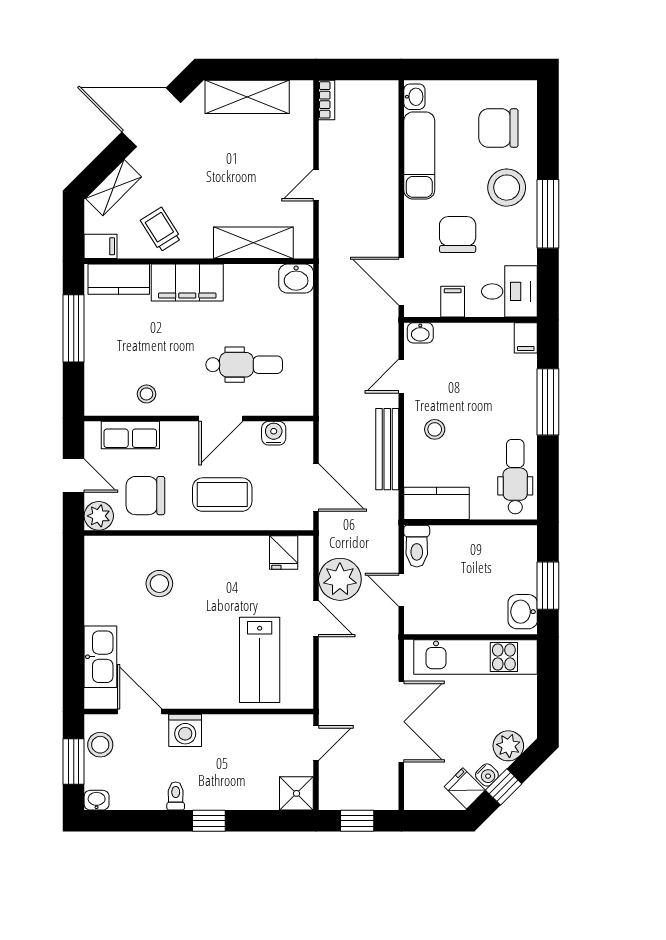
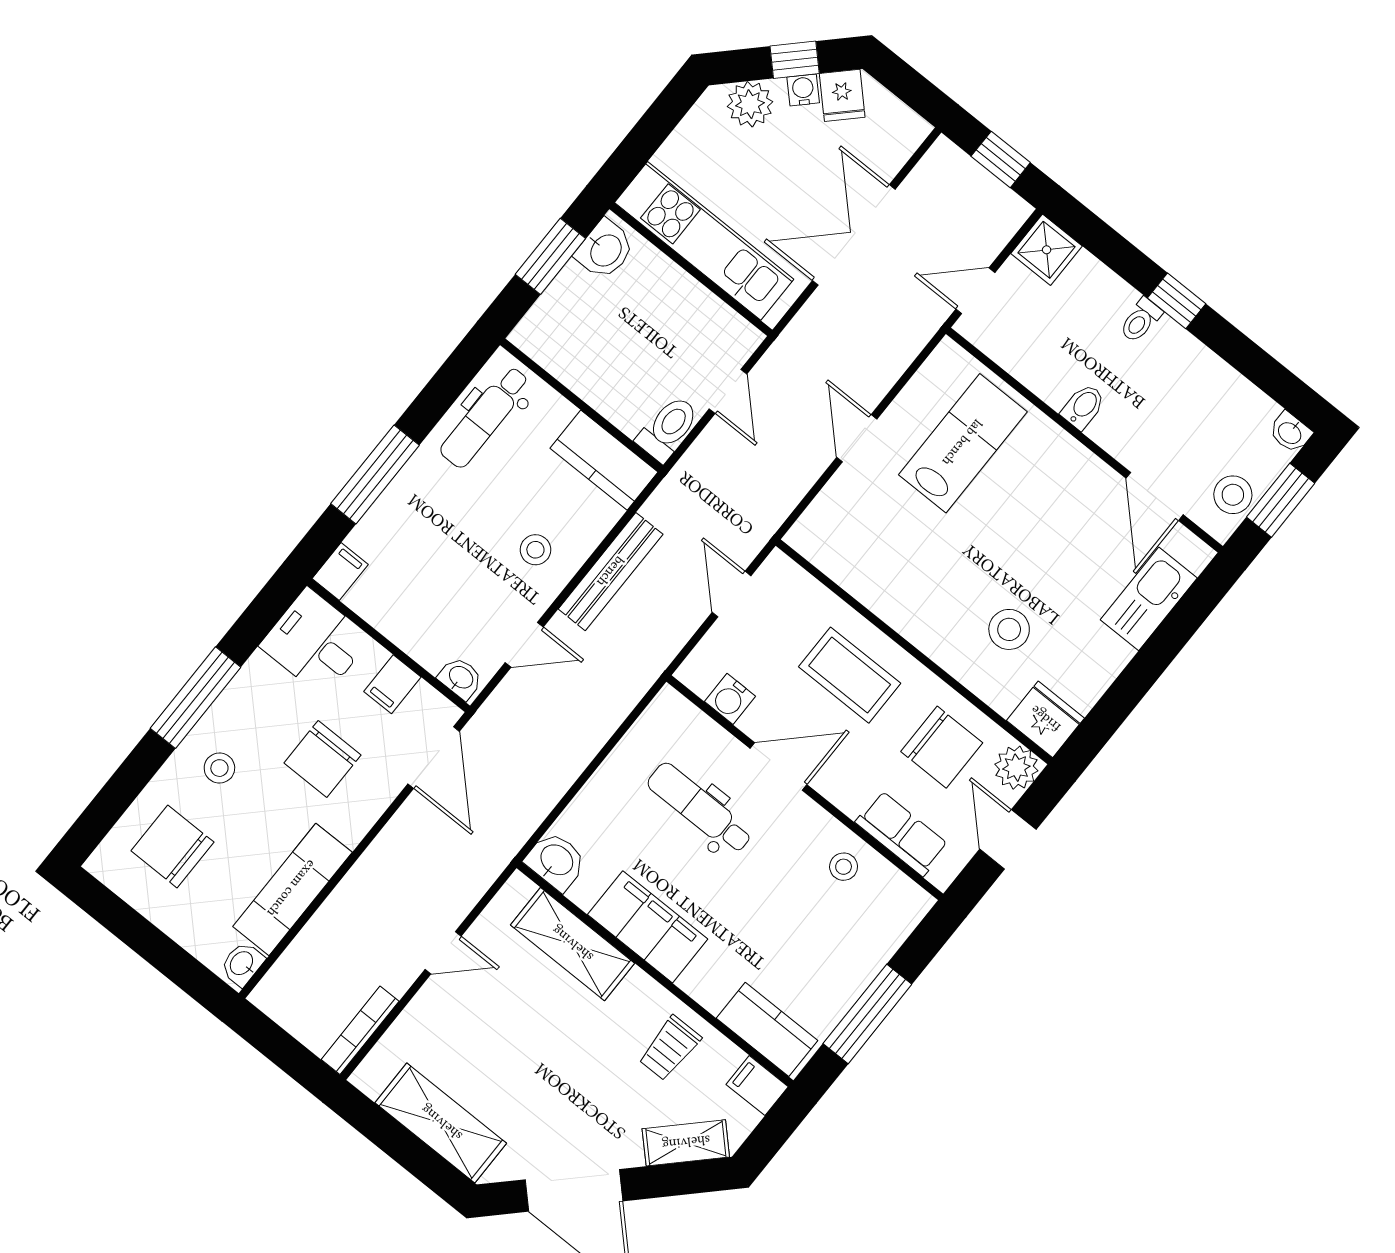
bookcase: (327, 100) -> (360, 1030), width x1.56
chair: (498, 128) -> (172, 846), turned 180
stool: (507, 188) -> (219, 768), width x0.53, depth x0.53
trolley: (161, 229) -> (670, 1048), turned 32
filing cabinet: (187, 283) -> (648, 927), moved
door: (316, 487) -> (732, 594), width x0.73
fridge: (284, 552) -> (1045, 719), moved, width x1.38
plant: (340, 579) -> (791, 462), removed
bidet: (213, 728) -> (1083, 407), added
washing machine: (185, 730) -> (1119, 431), removed
toilet: (176, 796) -> (1141, 320), moved

